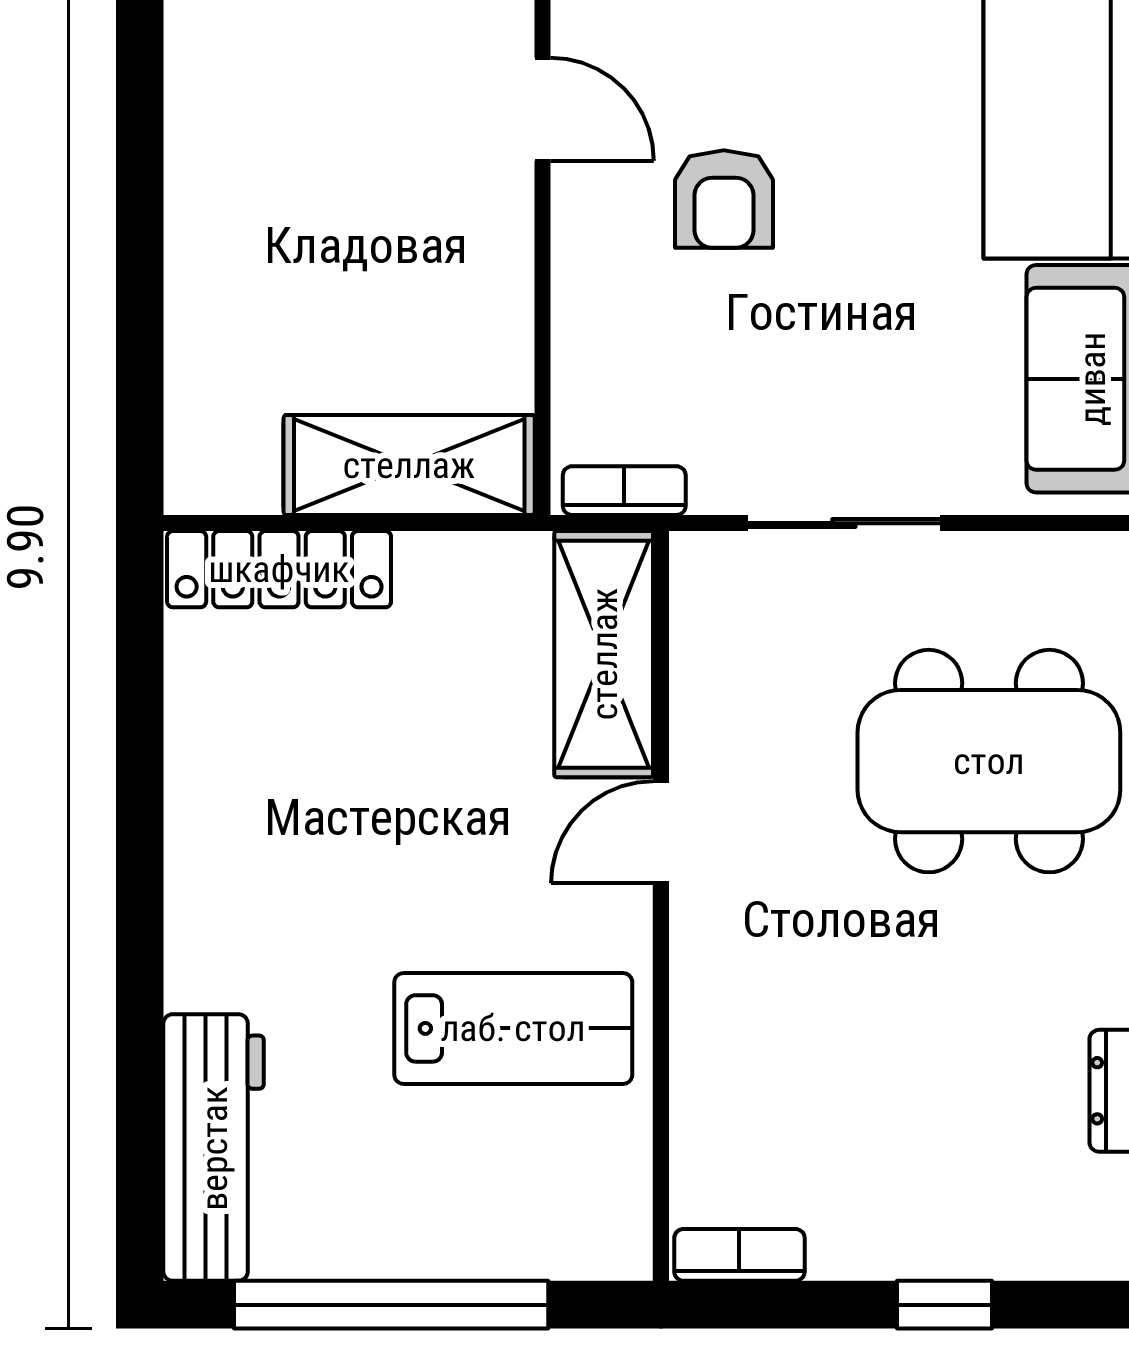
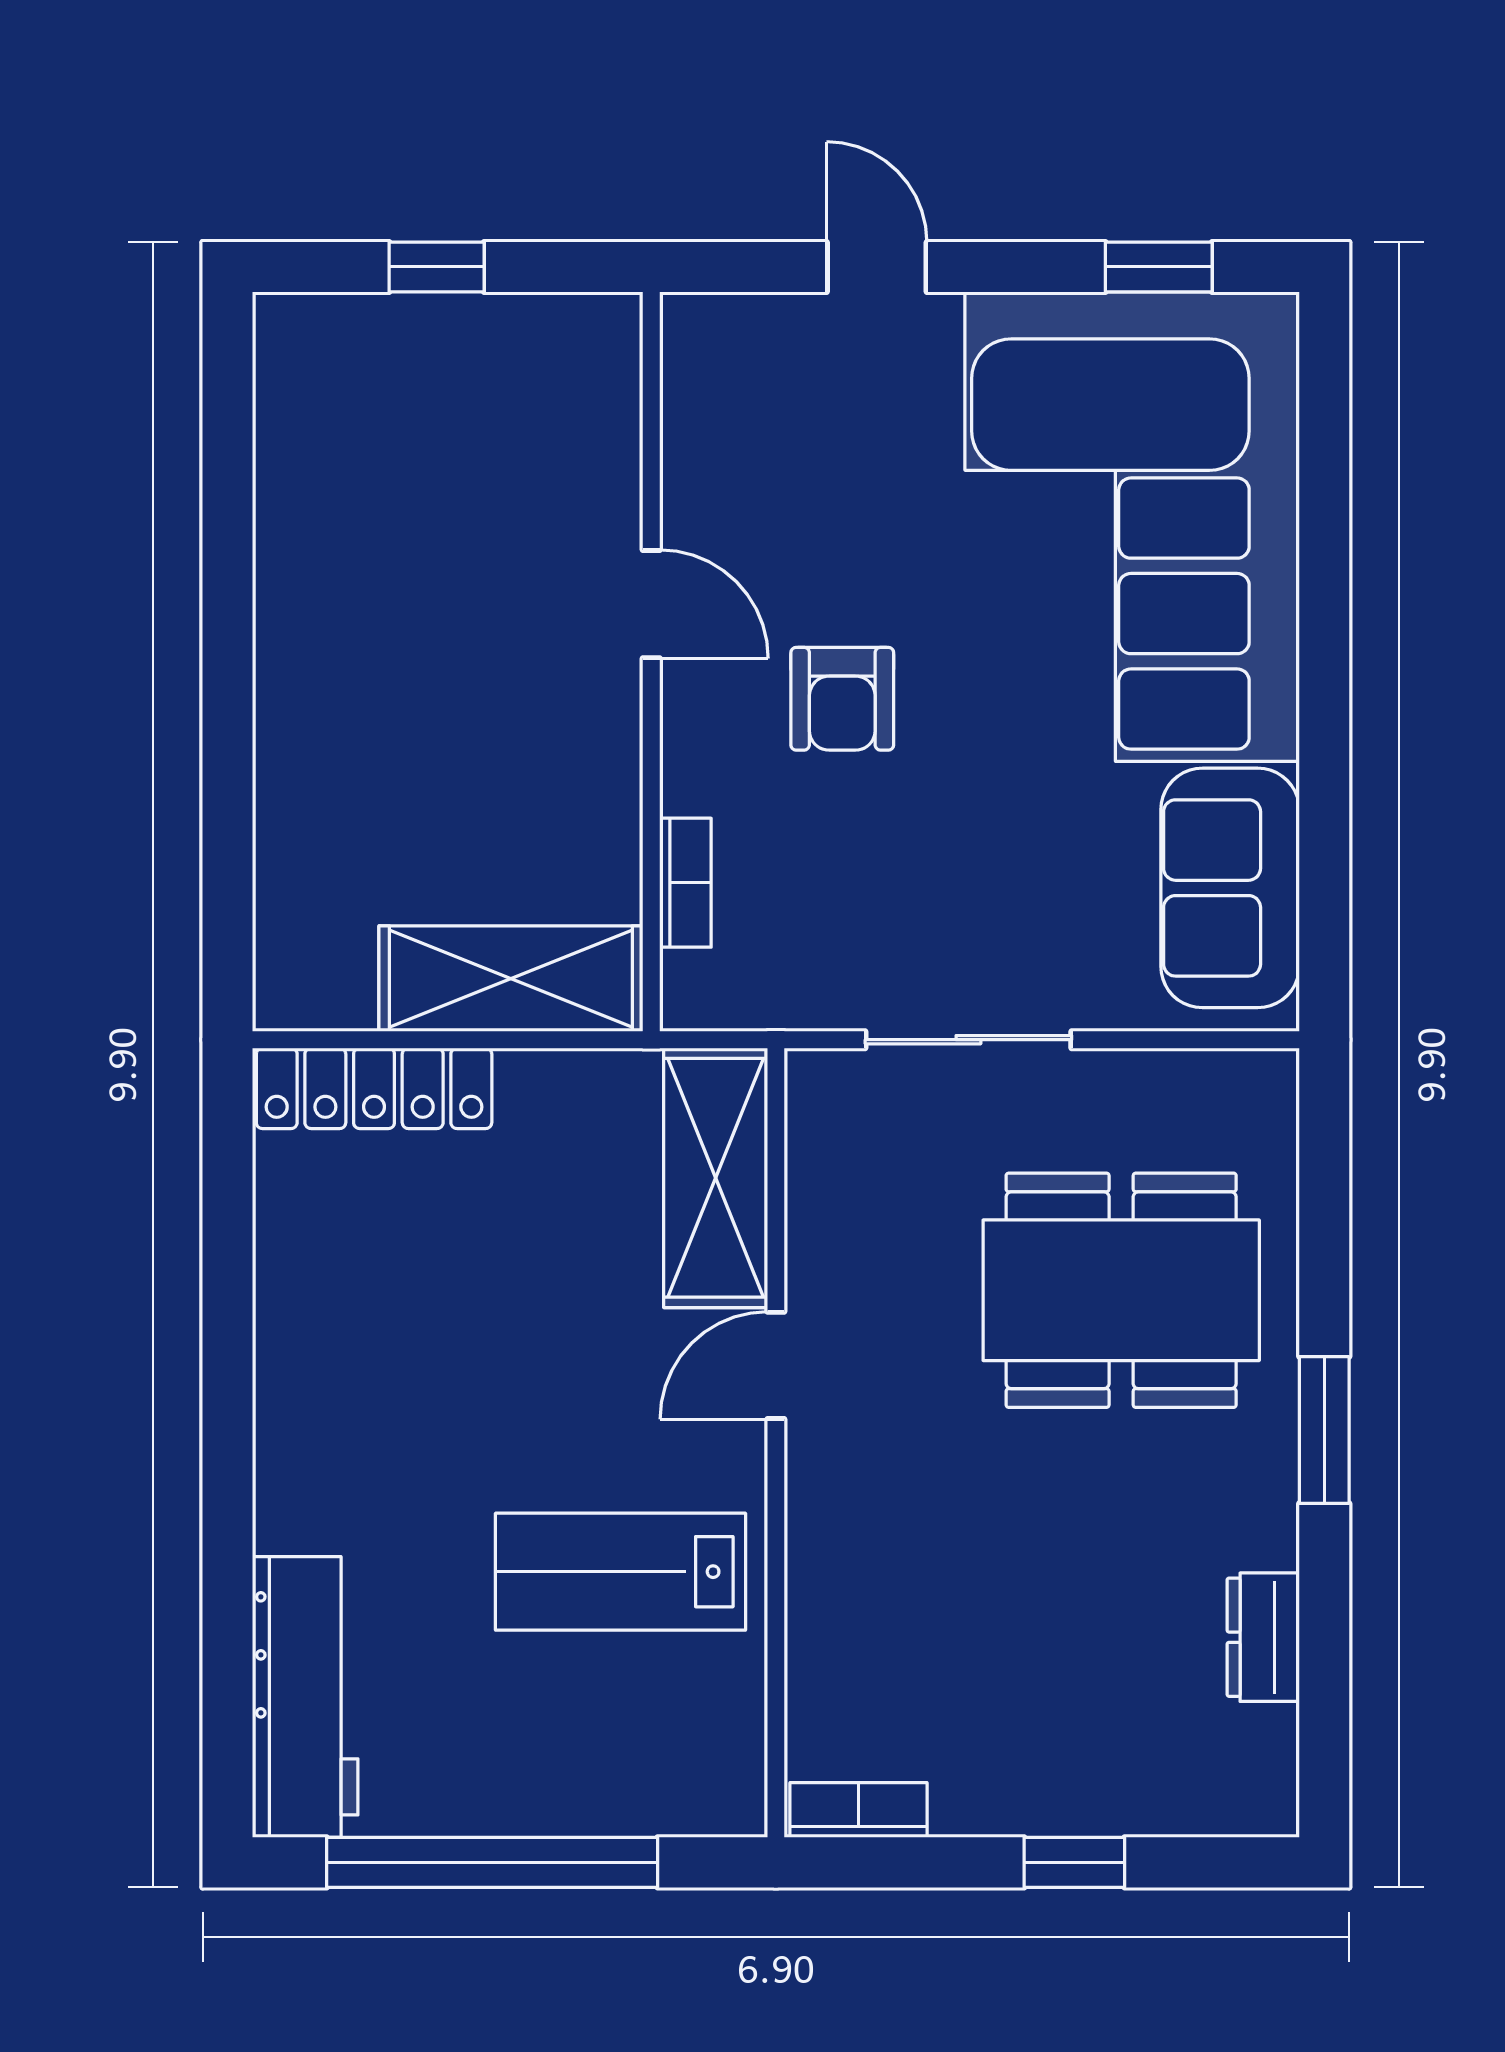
bookcase: (624, 491) -> (685, 883), moved, turned 90
lab bench: (513, 1028) -> (620, 1572), turned 180

